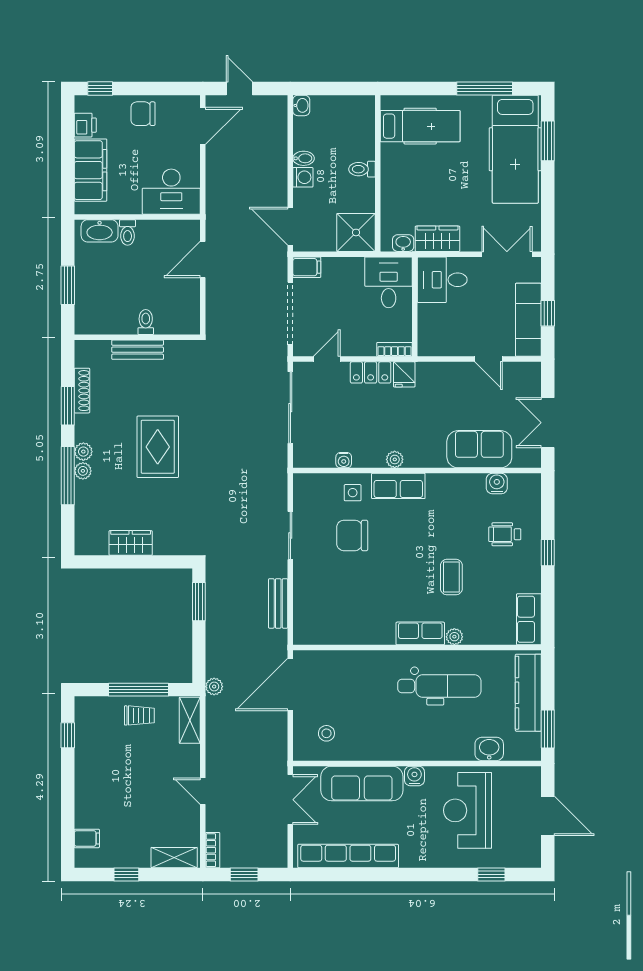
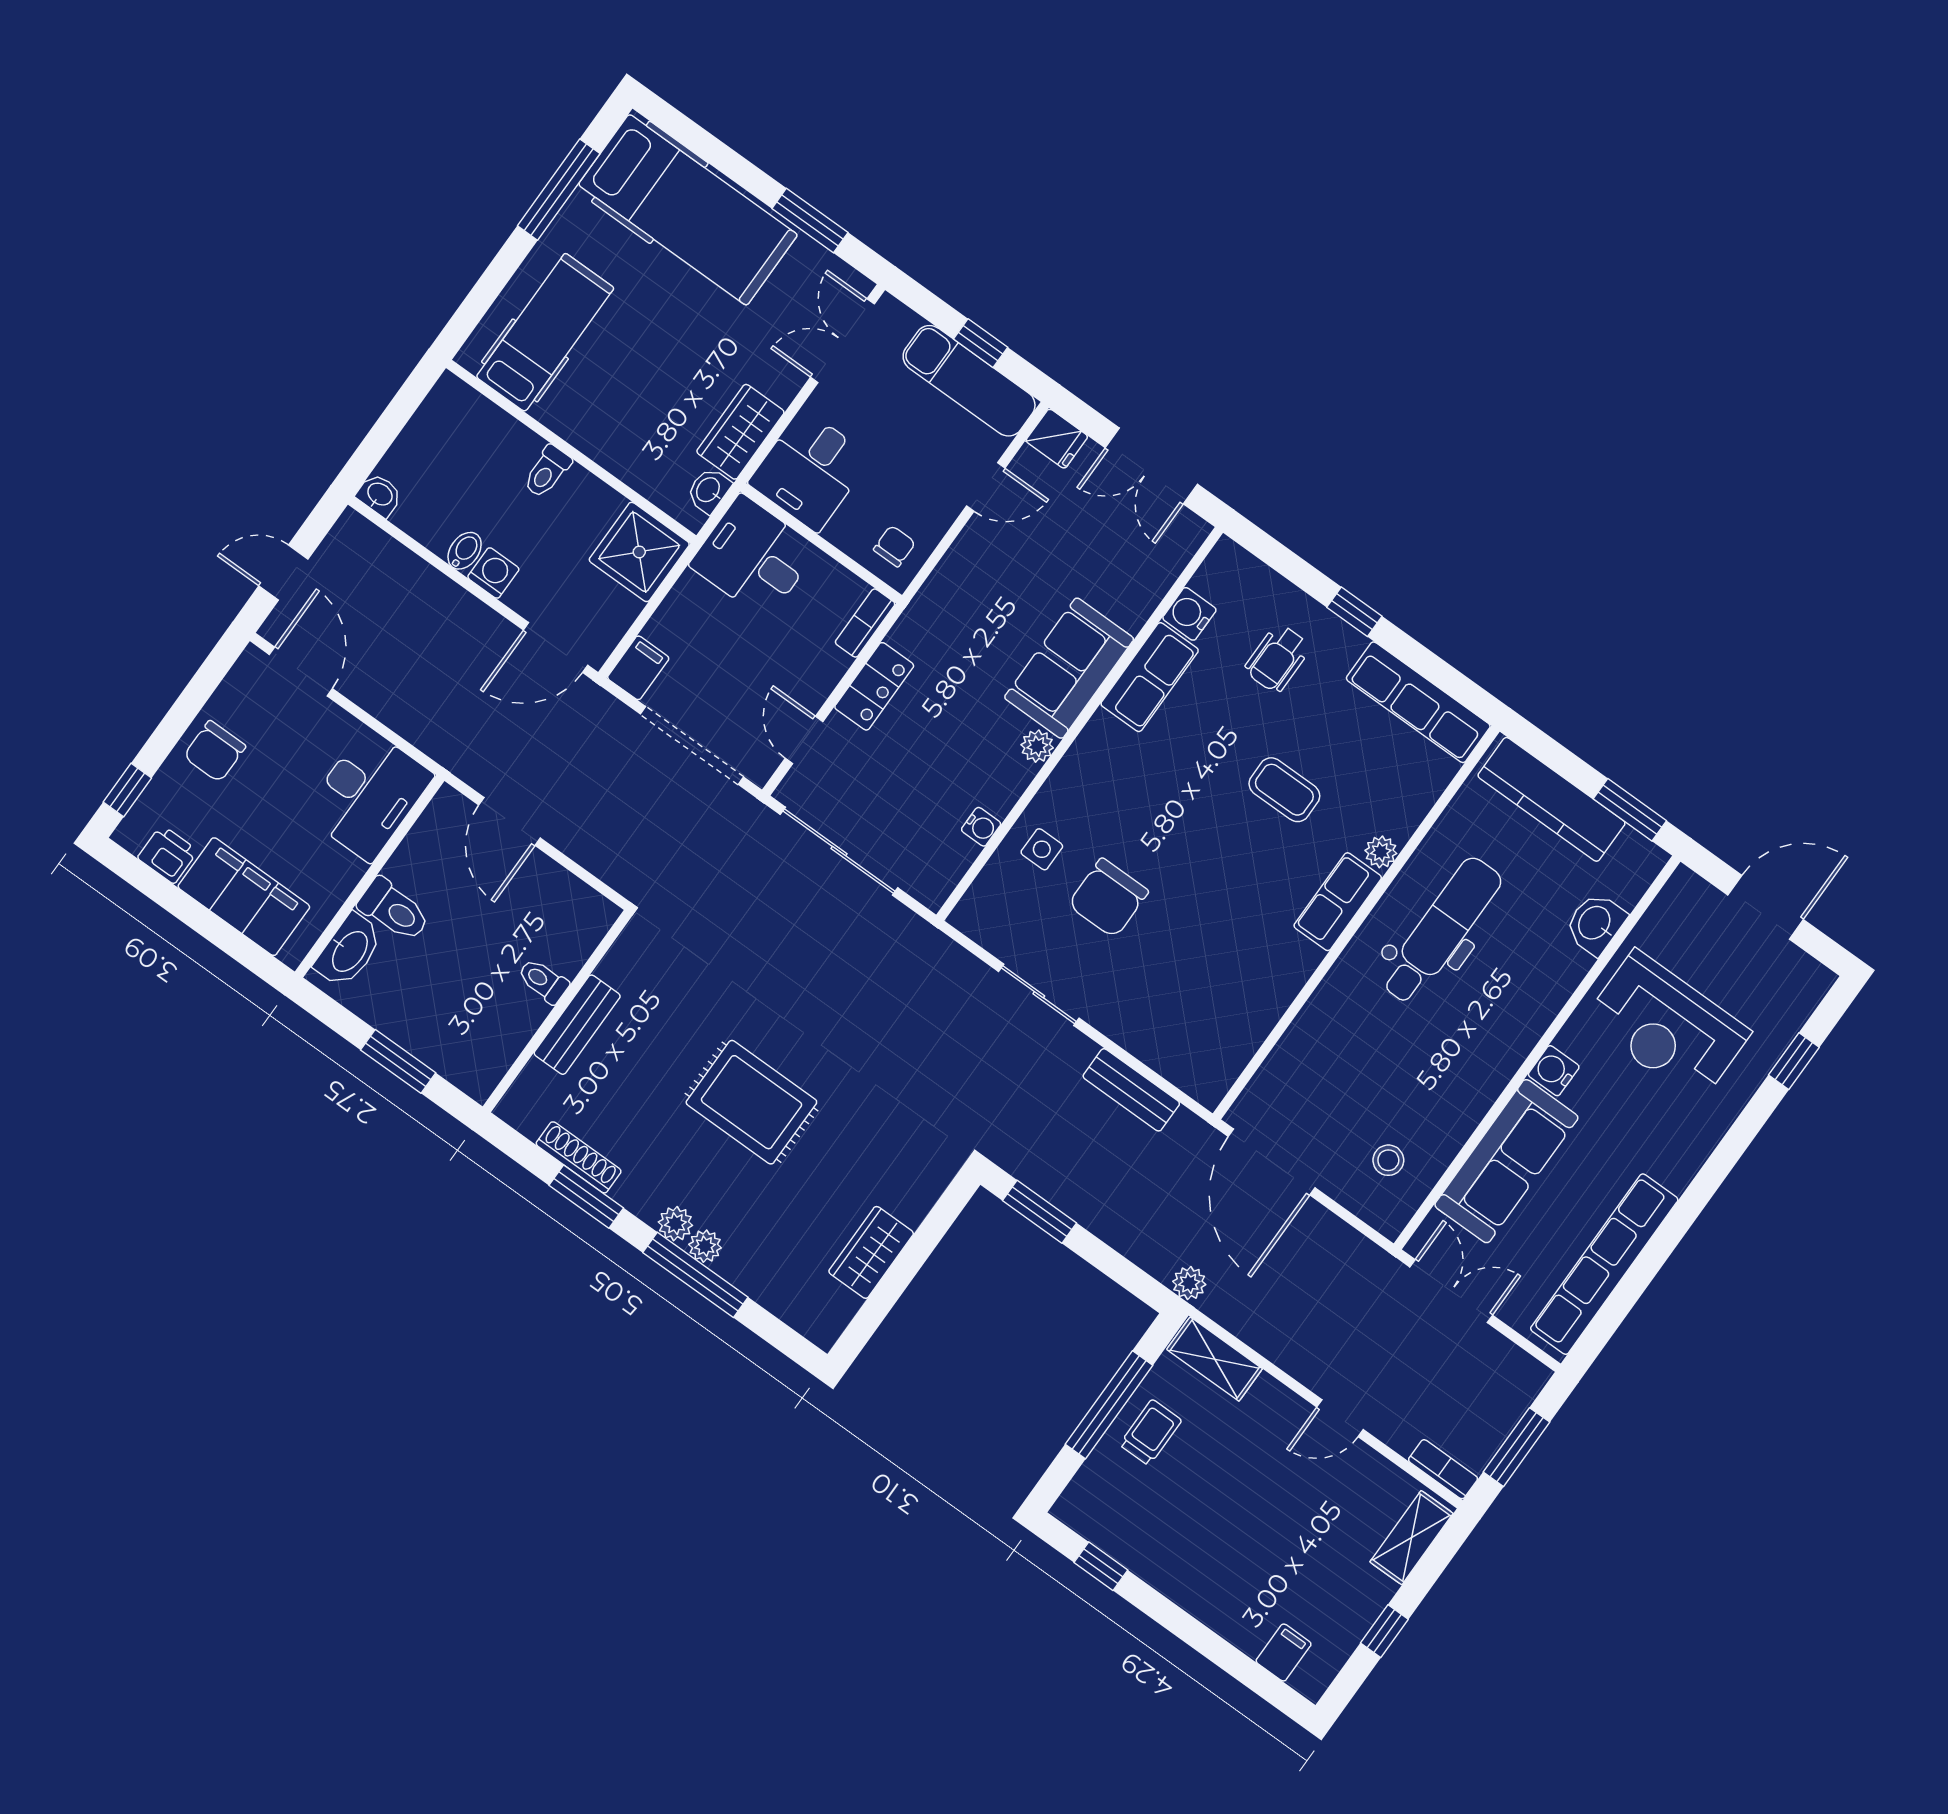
window: (548, 141) -> (810, 221), moved
toilet: (128, 232) -> (394, 910), width x1.37, depth x1.39
chair: (436, 338) -> (894, 546), added
fridge: (404, 374) -> (1057, 439), moved
sofa: (479, 449) -> (1069, 668), moved
row of seats: (398, 486) -> (1150, 677), moved
row of seats: (529, 619) -> (1418, 702), width x1.48
window: (244, 874) -> (1517, 1447), width x1.50

